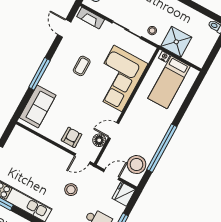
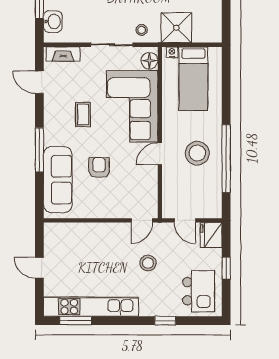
sofa: (38, 106) -> (58, 180), width x1.36
door: (114, 131) -> (160, 154), moved
armchair: (72, 137) -> (99, 168), moved
floor lamp: (99, 140) -> (149, 61), moved
stool: (137, 165) -> (197, 153), moved
door: (111, 175) -> (185, 220), swing flipped

